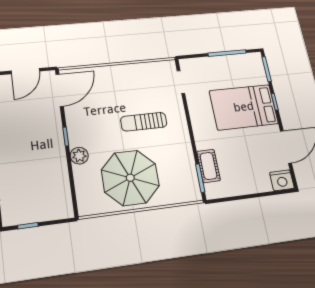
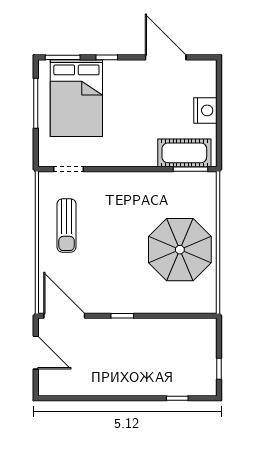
bed: (244, 107) -> (76, 98), moved
sun lounger: (144, 122) -> (67, 226), moved
plant: (79, 156) -> (147, 304), removed
cot: (209, 166) -> (184, 153), width x1.37, depth x1.34
nightstand: (282, 180) -> (205, 110), moved

